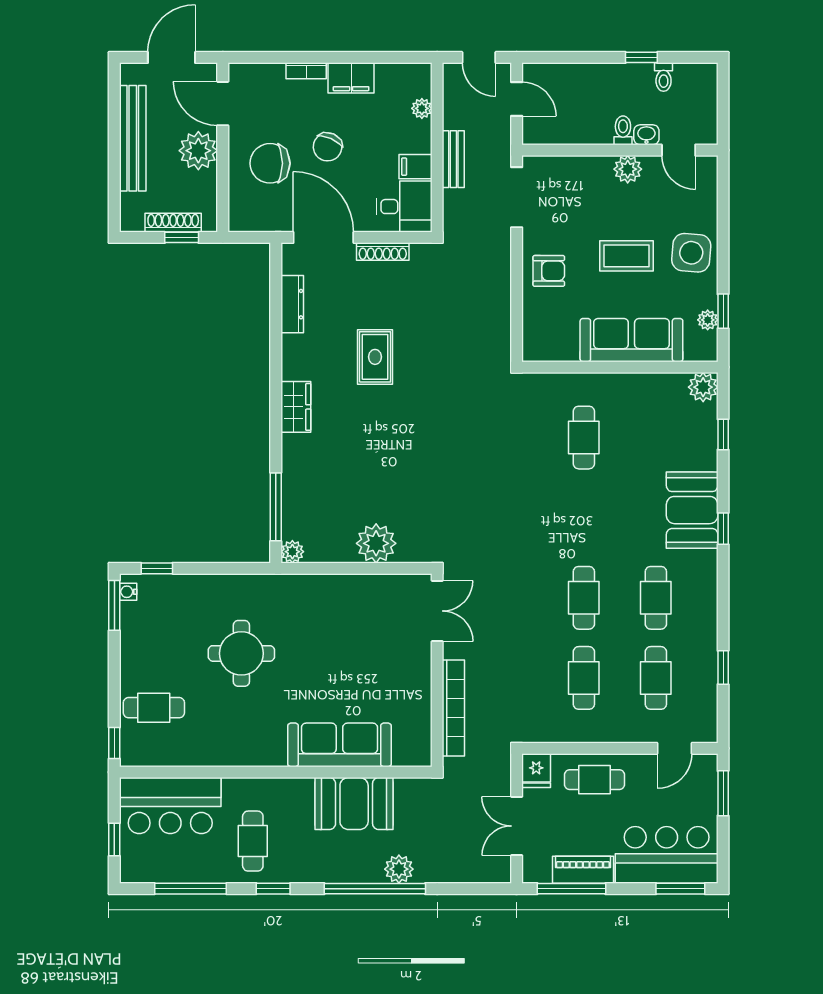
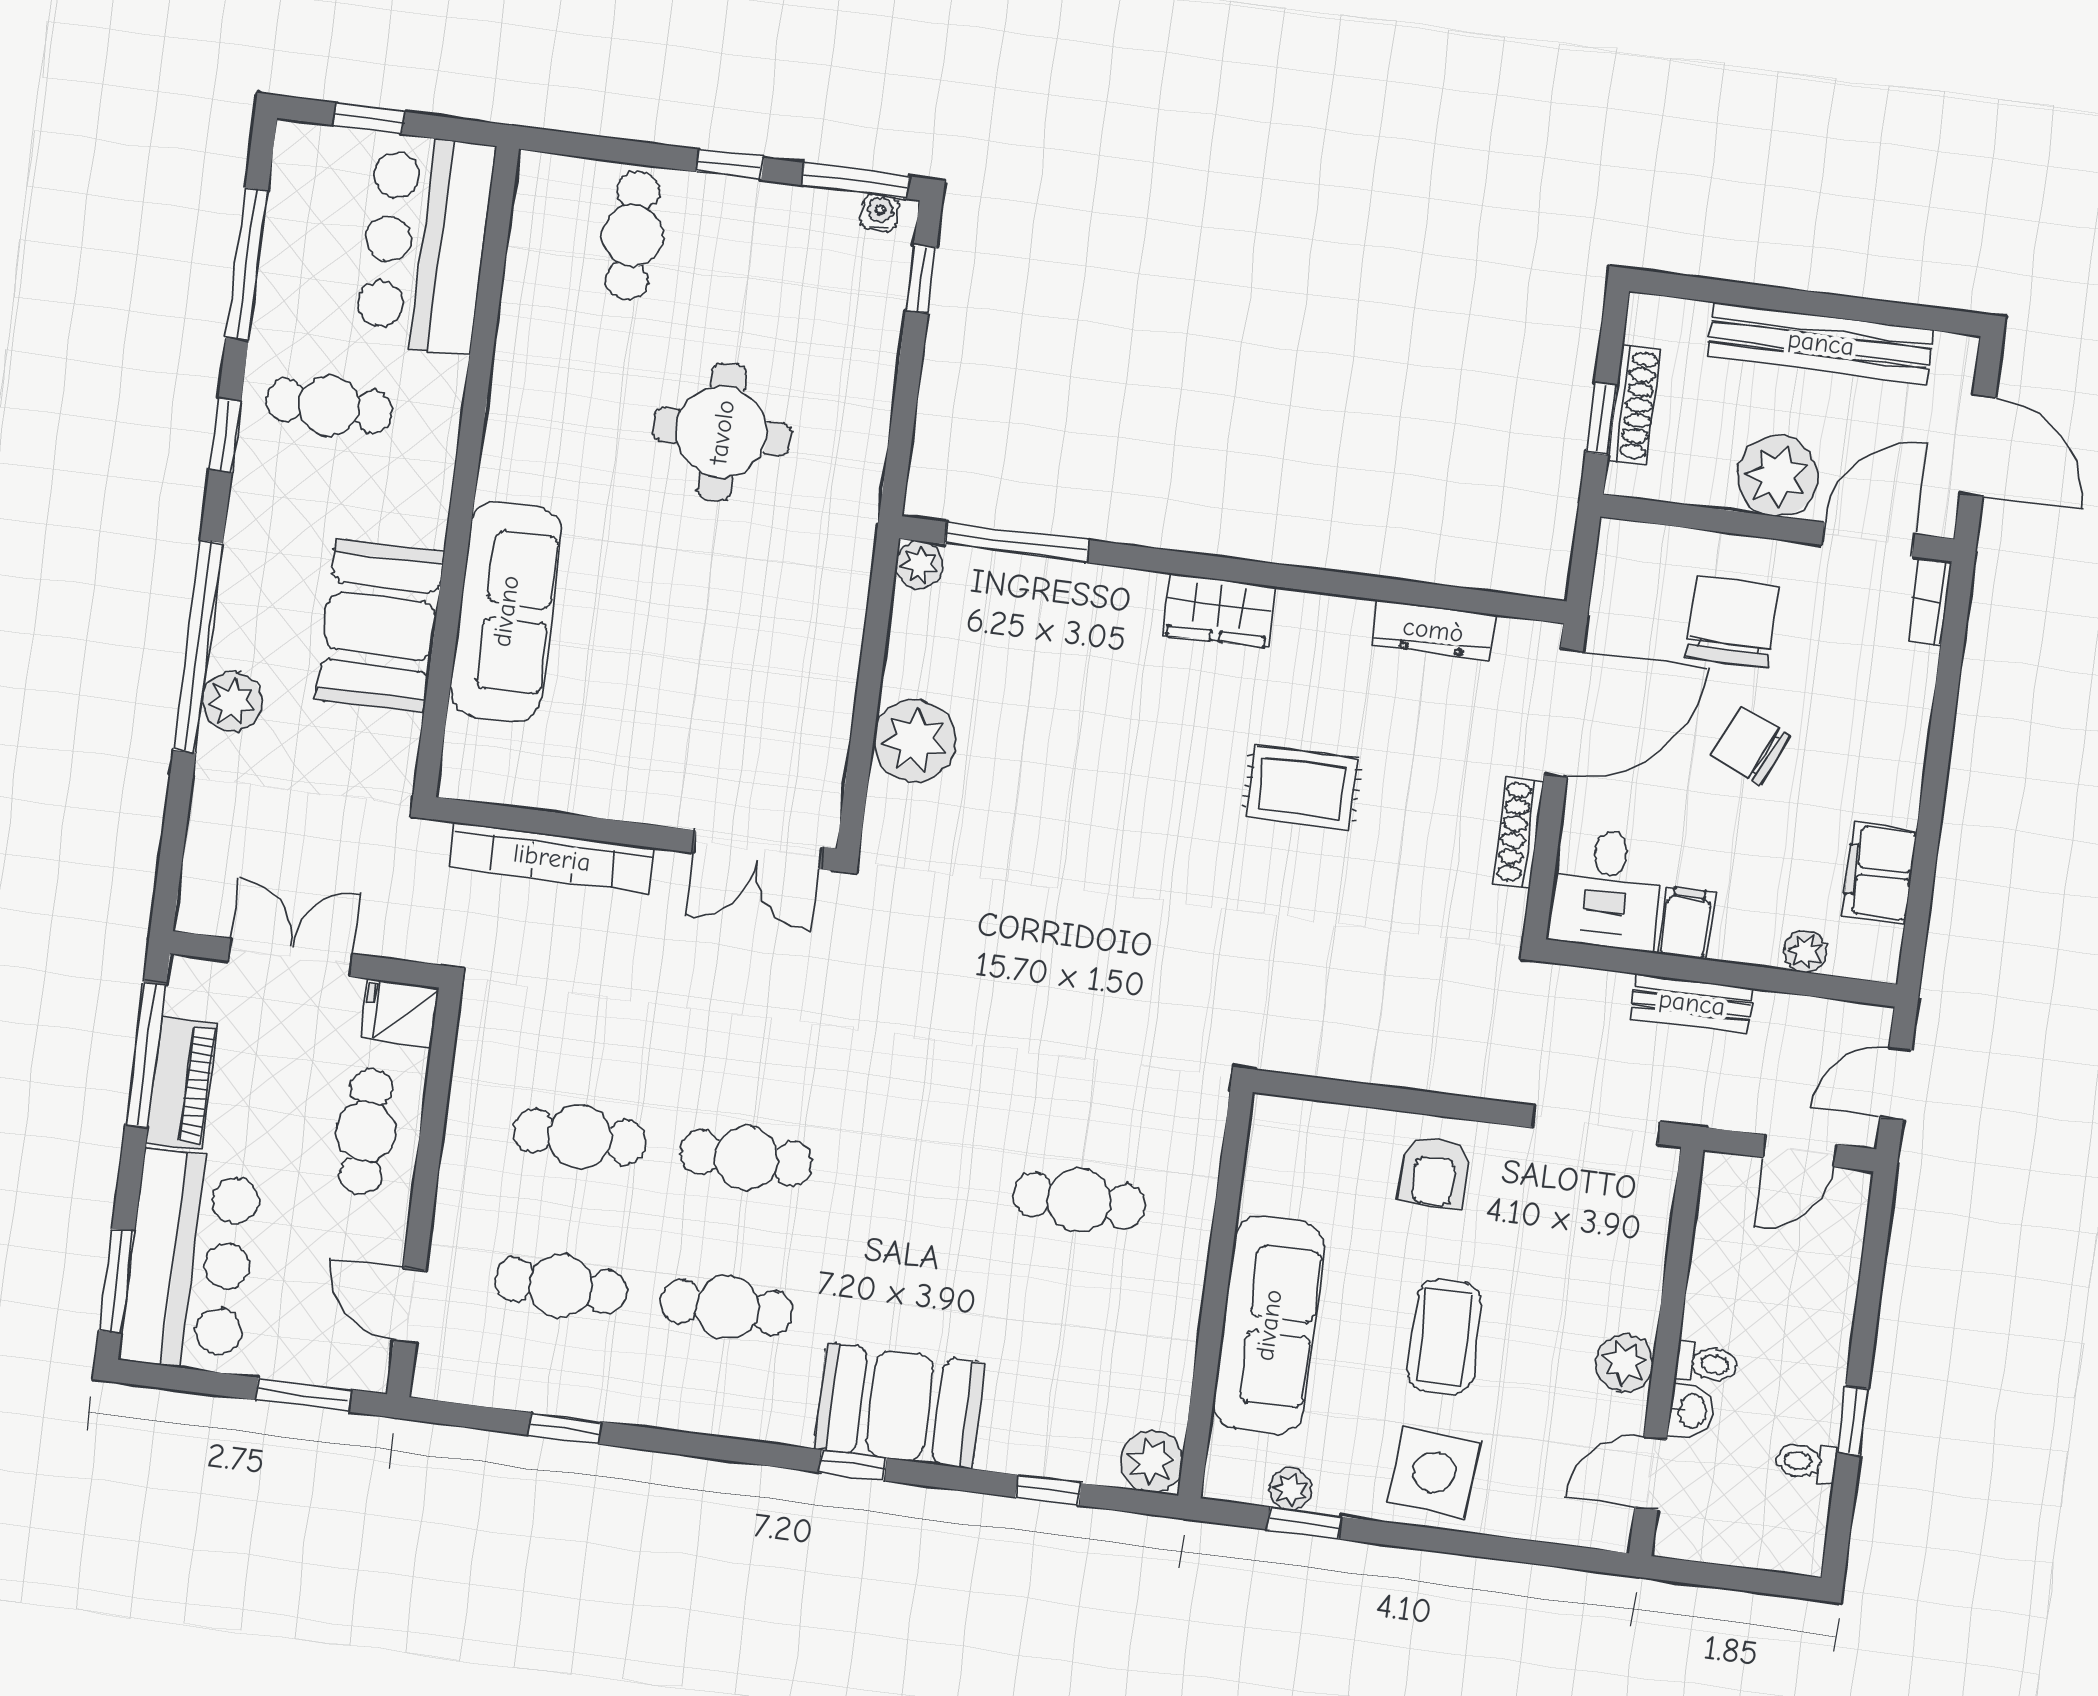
bookcase: (306, 71) -> (1930, 601), moved
filing cabinet: (351, 78) -> (1880, 873), moved
window: (114, 743) -> (730, 165), moved

